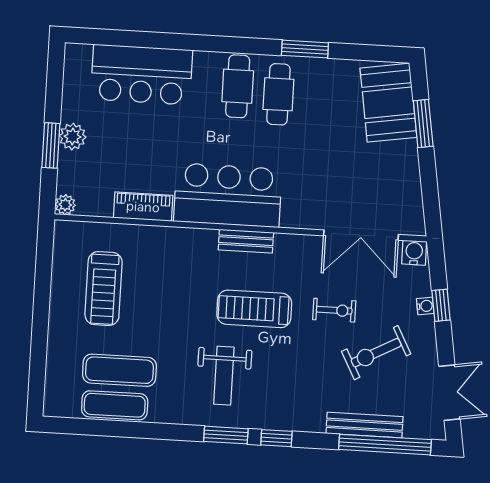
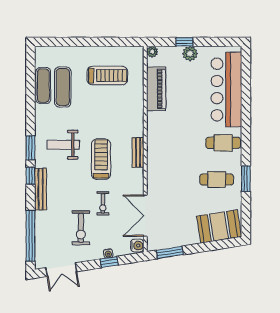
bar counter: (142, 75) -> (226, 90), width x1.36
cafe table: (278, 94) -> (217, 179), moved
window: (423, 123) -> (170, 252), moved
window: (51, 145) -> (184, 42), width x0.67
bar counter: (228, 195) -> (163, 141), removed
piano: (143, 207) -> (156, 89), width x1.37, depth x1.33
treadmill: (104, 289) -> (107, 76), turned 180
exercise bike: (376, 353) -> (81, 228), turned -152
bench: (364, 425) -> (41, 189), moved

